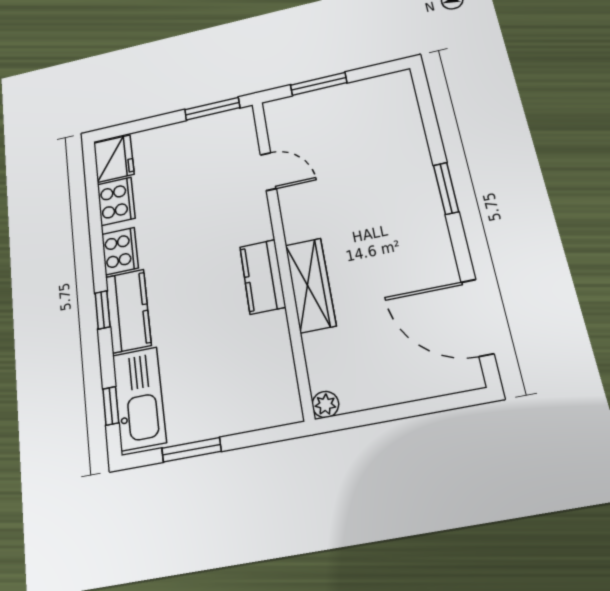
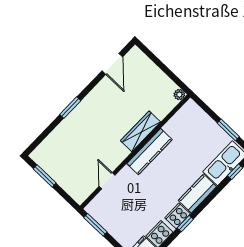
window: (319, 84) -> (45, 176), moved
kitchen counter: (263, 277) -> (149, 152), width x1.50
window: (102, 310) -> (185, 224), moved
door: (477, 318) -> (112, 64), width x0.73

